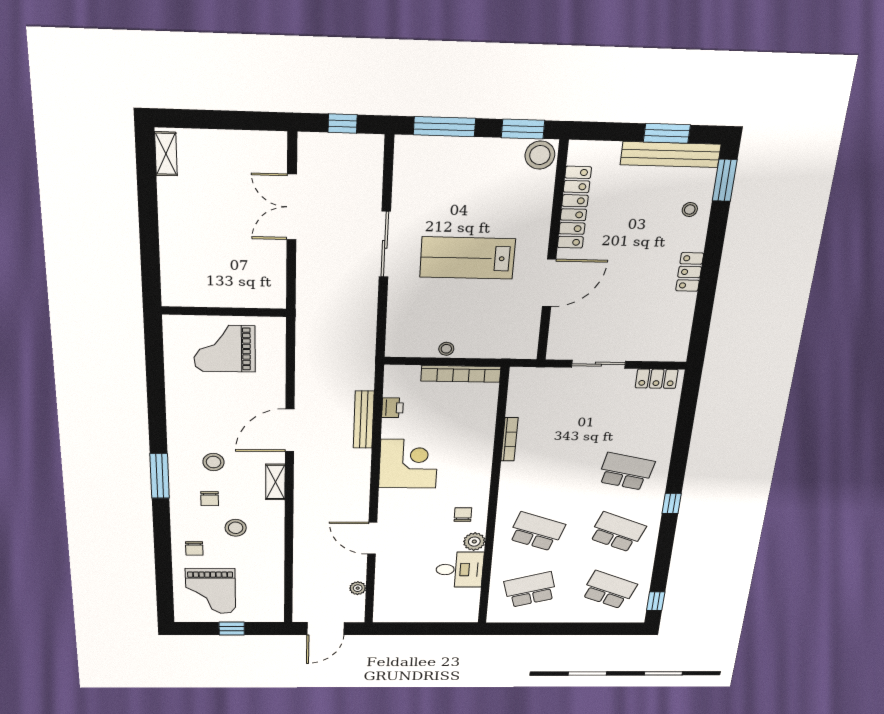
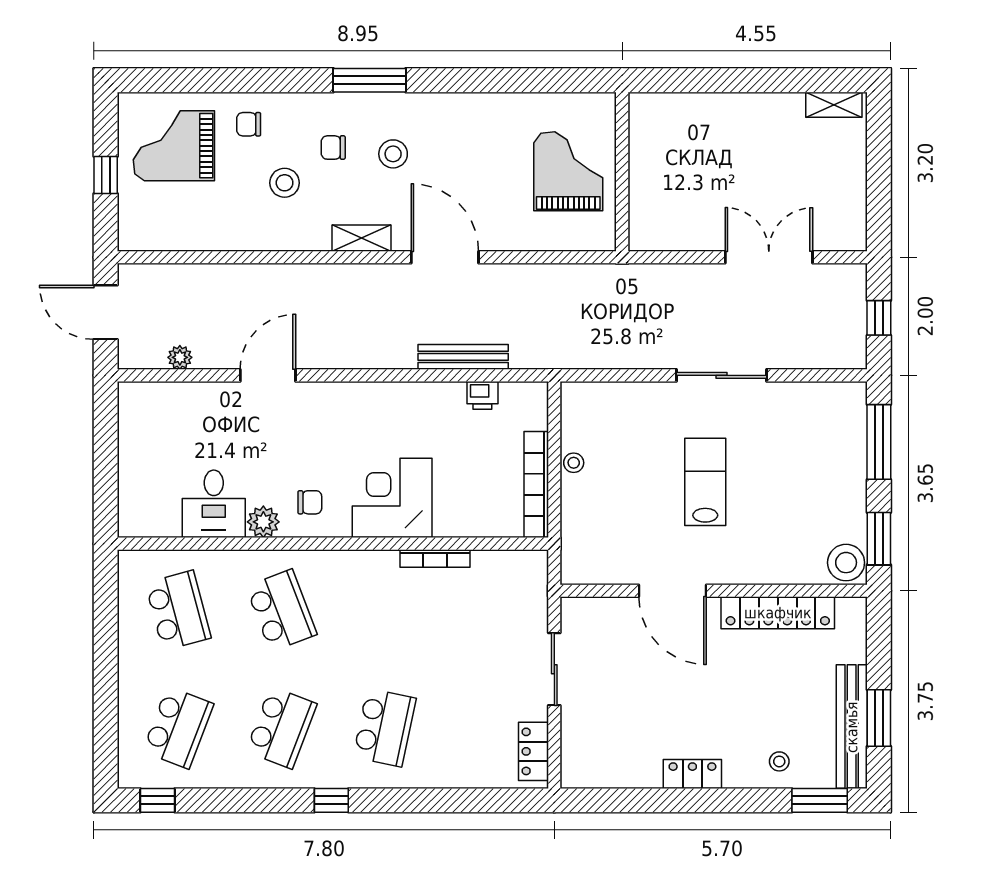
lab bench: (467, 258) -> (705, 482), width x0.73, depth x0.72
corner desk: (408, 464) -> (392, 498), moved, turned 180
school desk: (537, 532) -> (281, 610), turned -39

